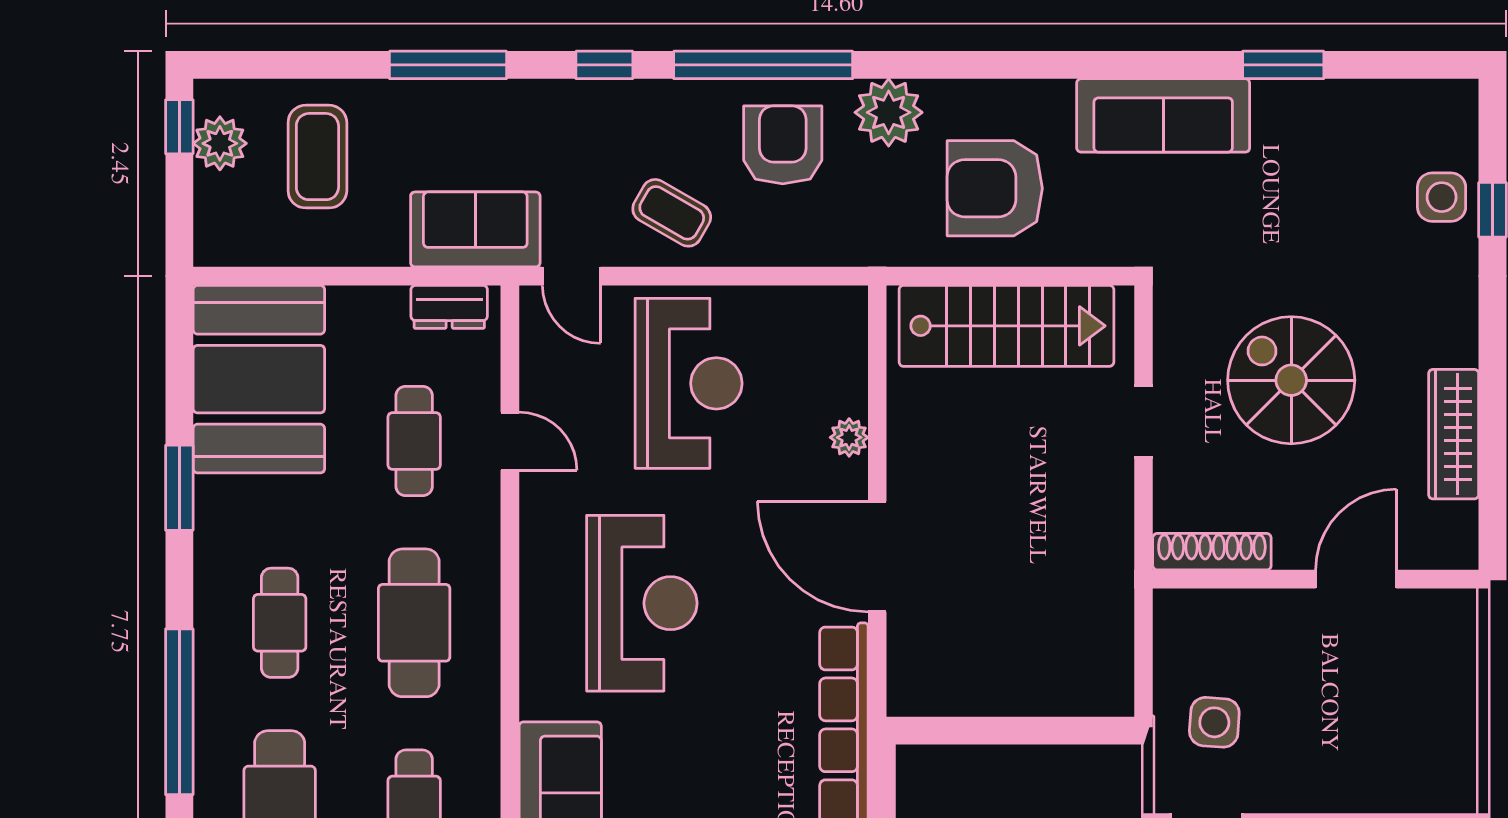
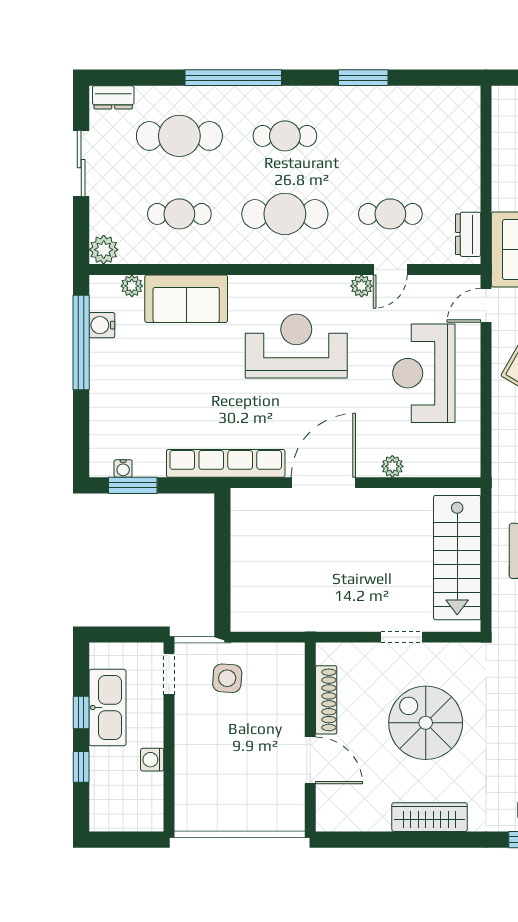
booth: (259, 379) -> (426, 124), removed
spiral stairs: (1291, 380) -> (426, 723), turned -90
reception desk: (689, 383) -> (424, 373), turned 90
wardrobe: (1454, 434) -> (429, 817), moved
plant: (538, 491) -> (362, 286), added
shoe rack: (1212, 552) -> (326, 700), moved
reception desk: (642, 603) -> (296, 346), turned 180

